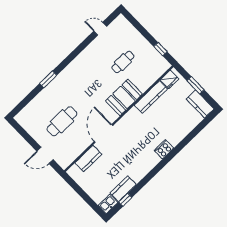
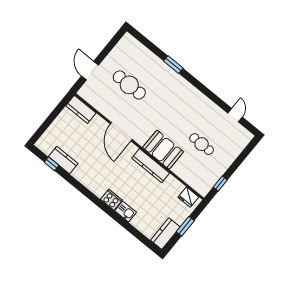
kitchen counter: (151, 97) -> (151, 166), moved
door: (103, 133) -> (121, 132), swing flipped
kitchen counter: (88, 158) -> (81, 109), moved
kitchen sink: (108, 204) -> (126, 212), moved

